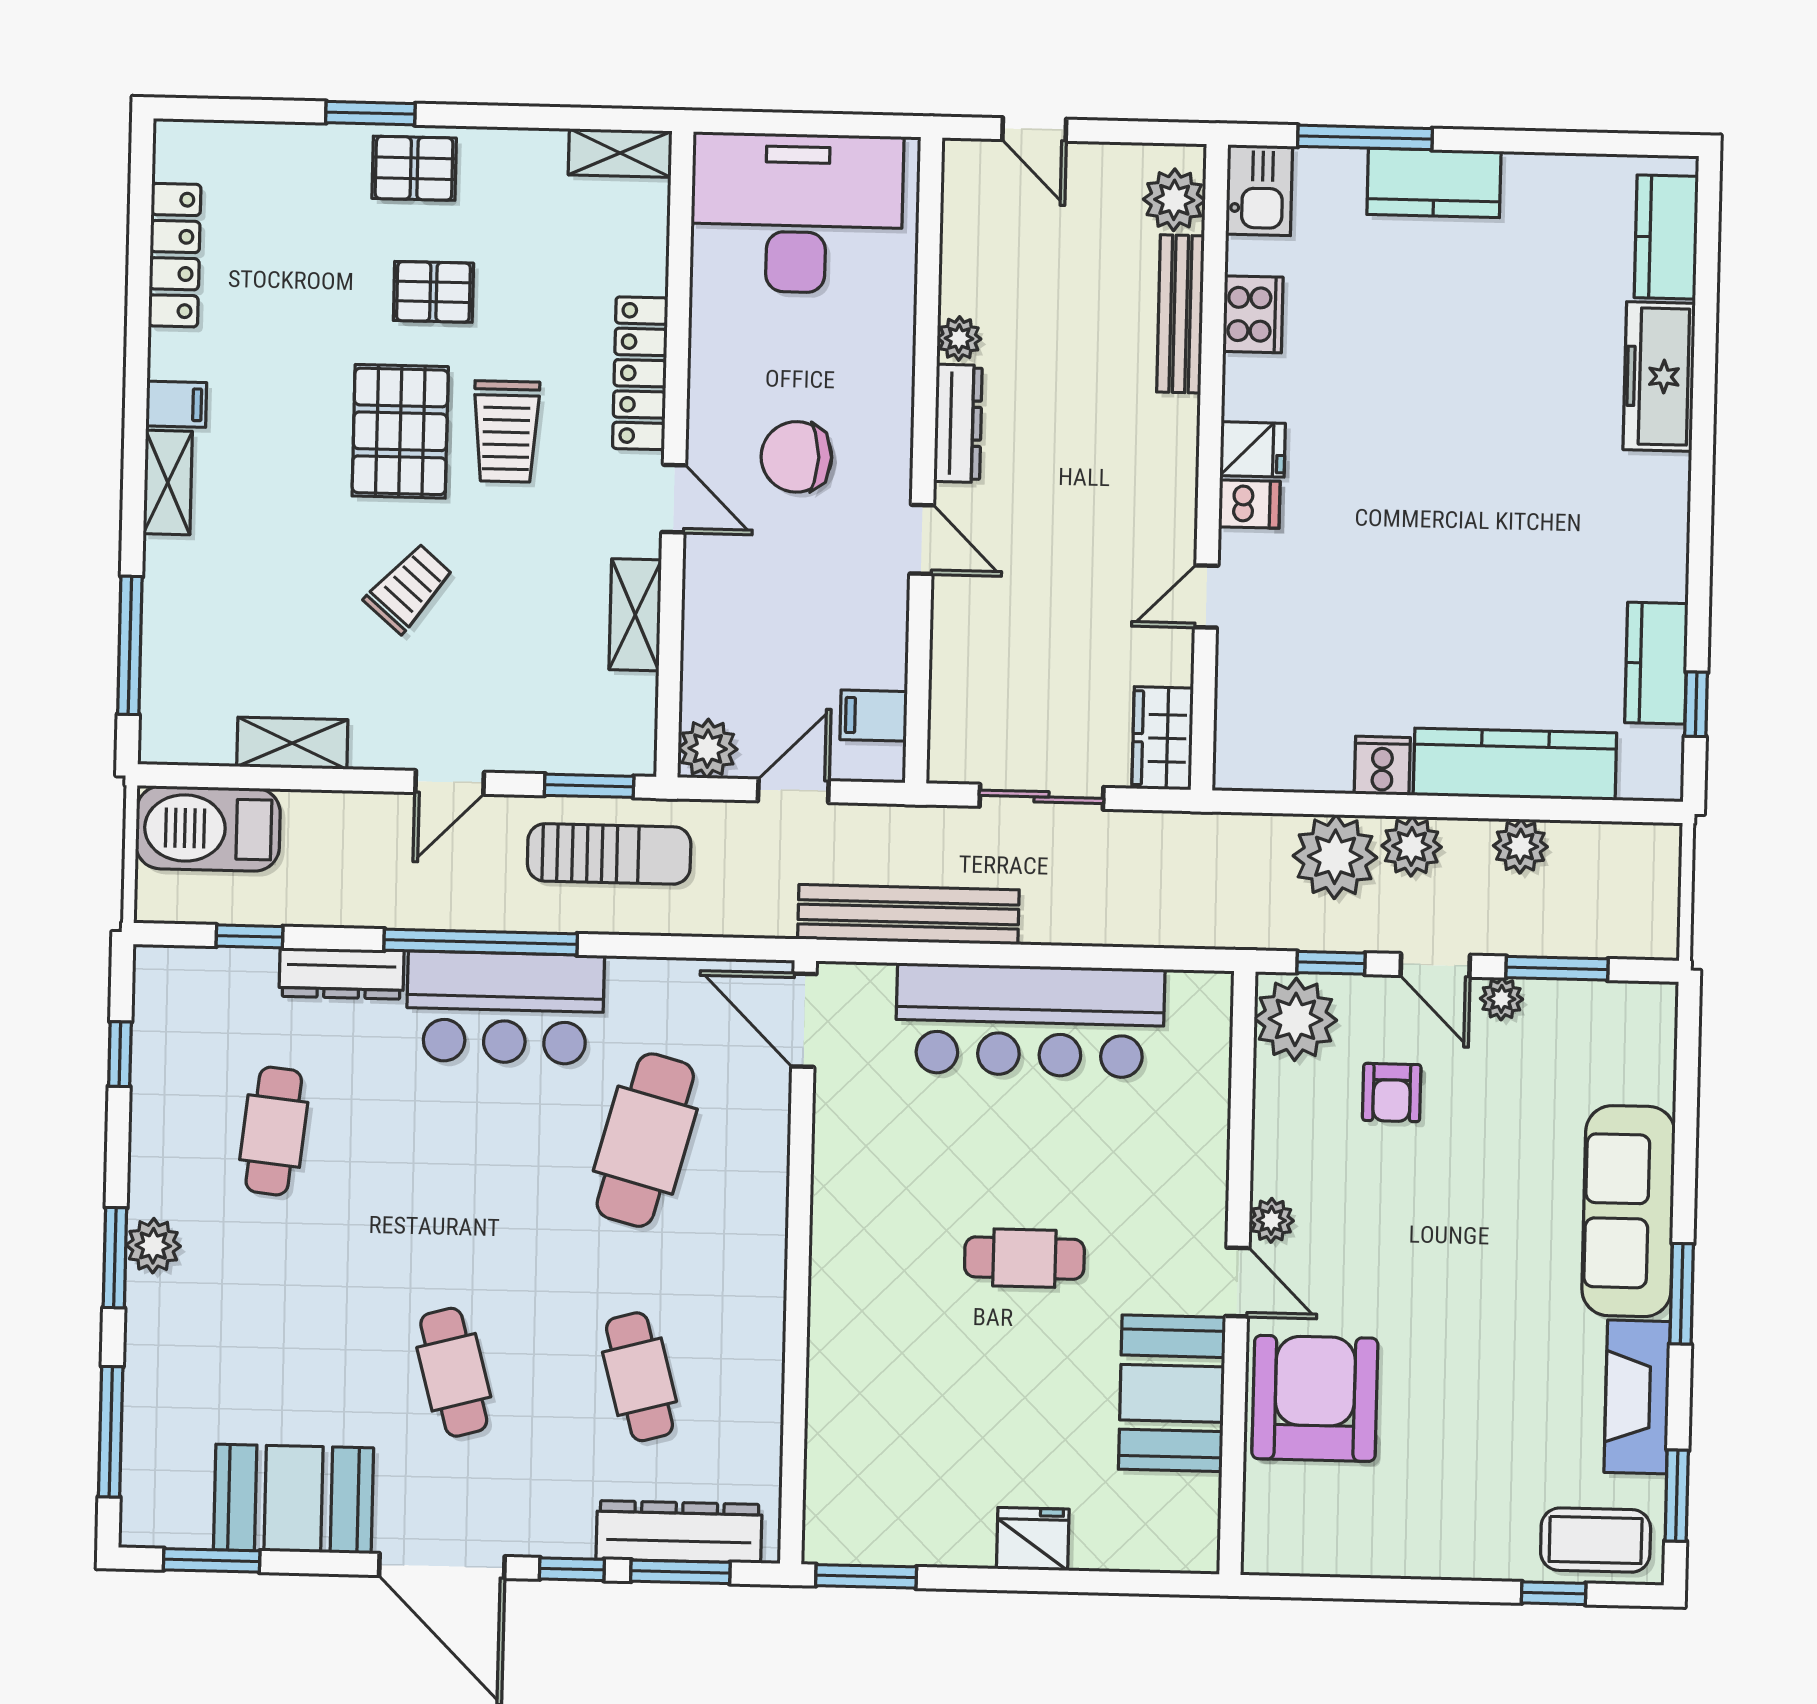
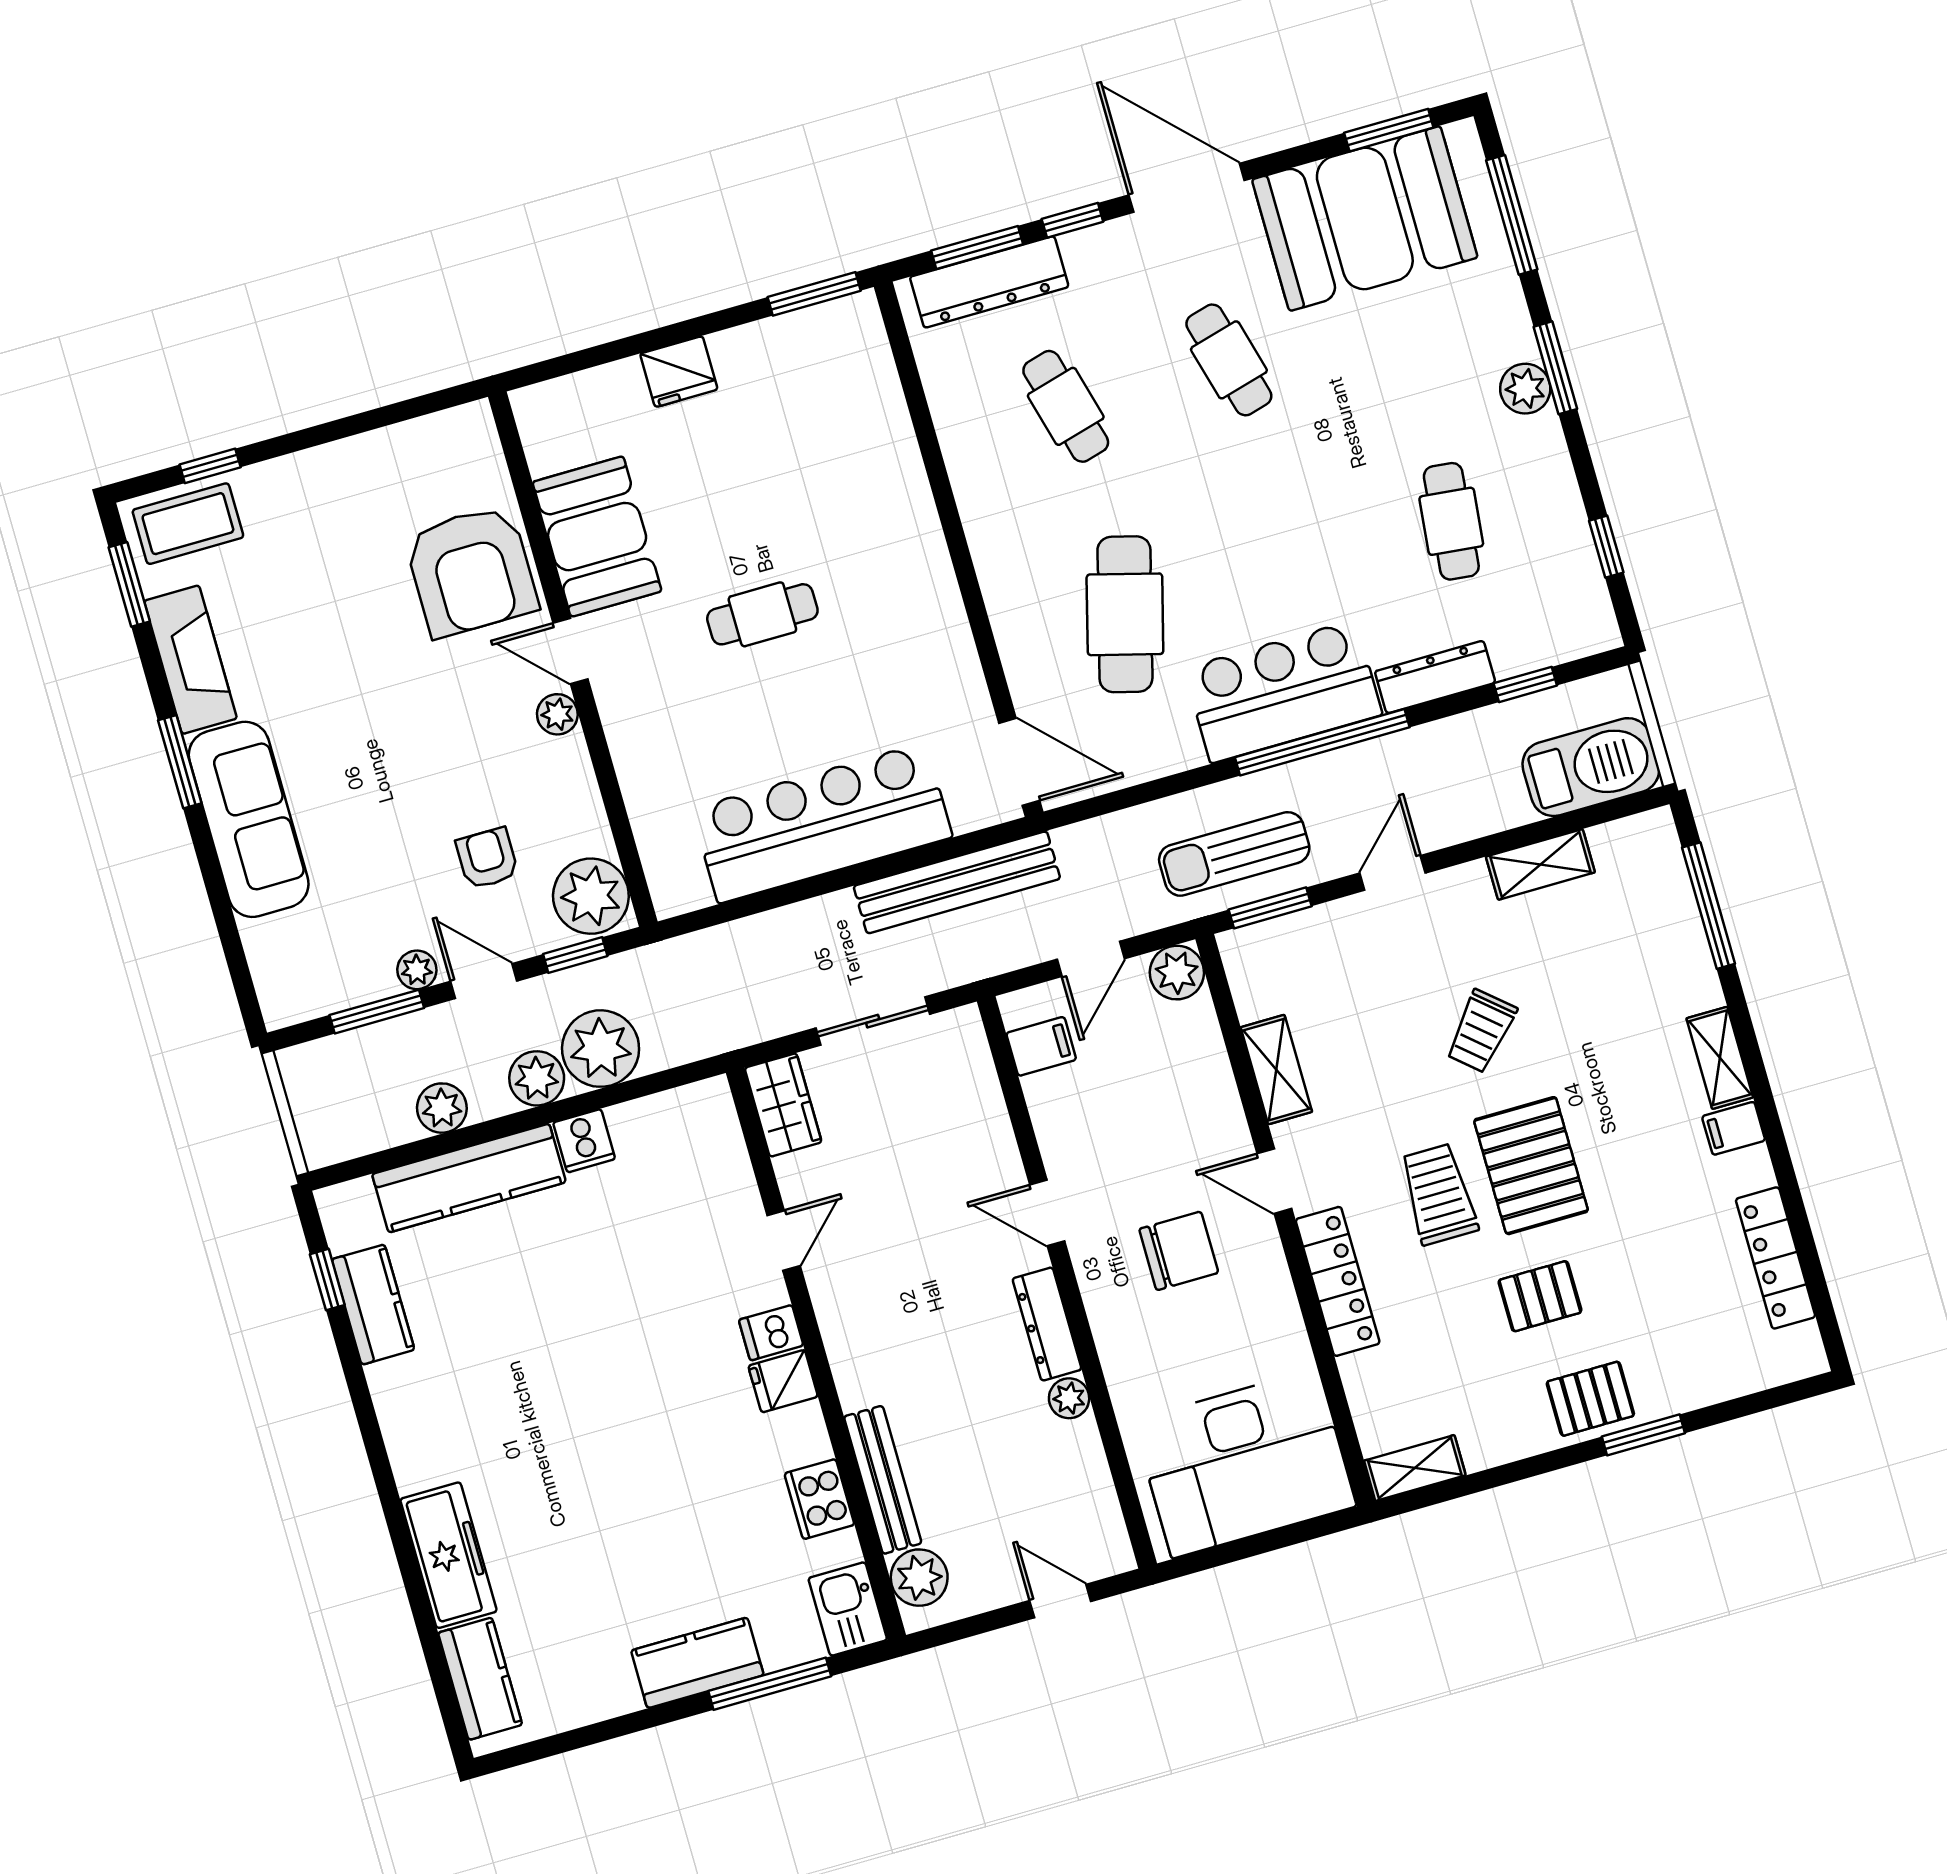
booth: (293, 1499) -> (1365, 219), width x1.36, depth x1.42

